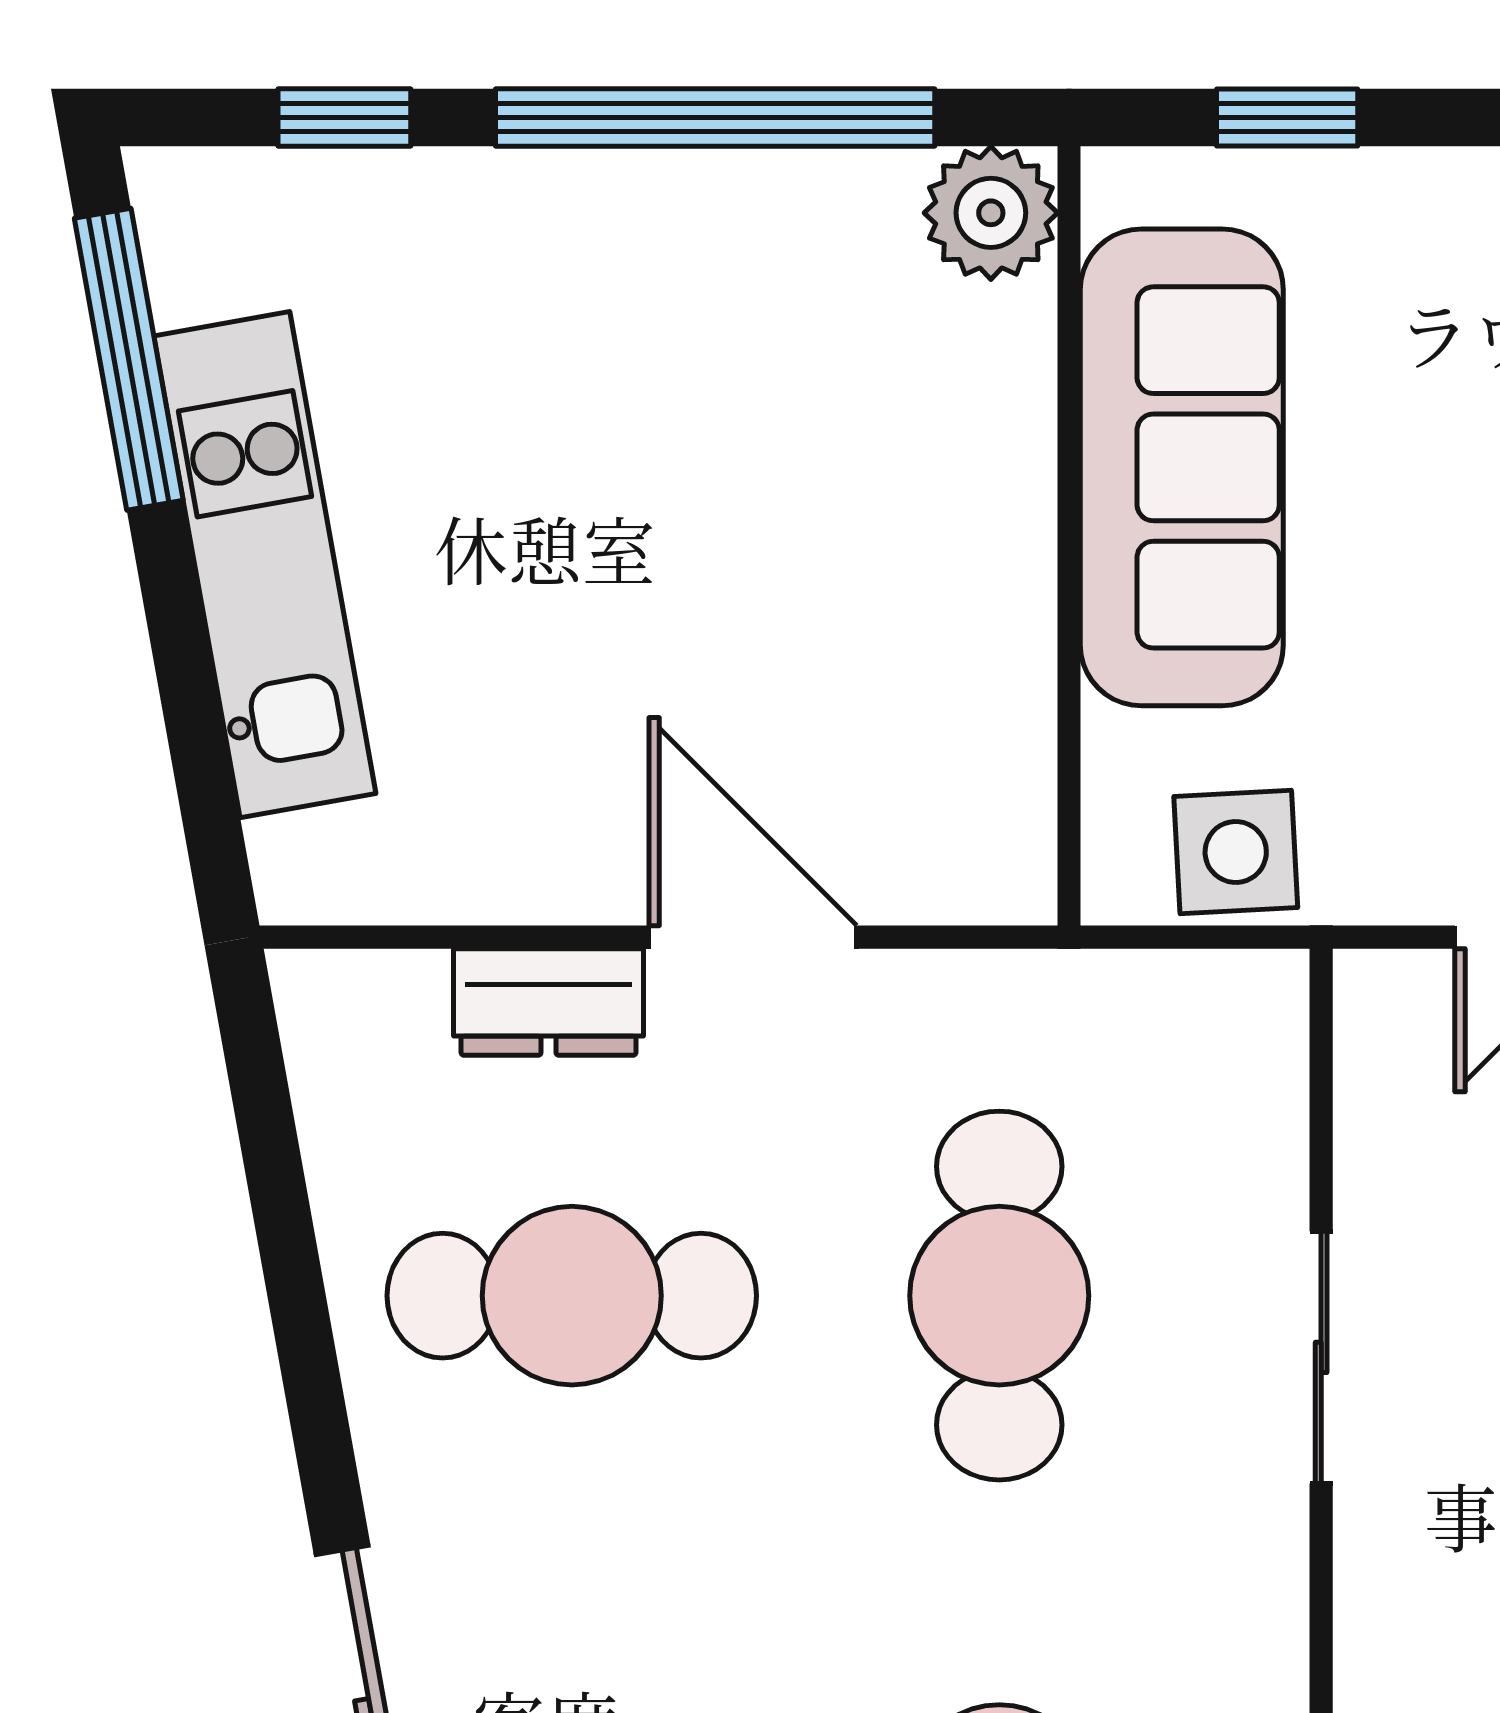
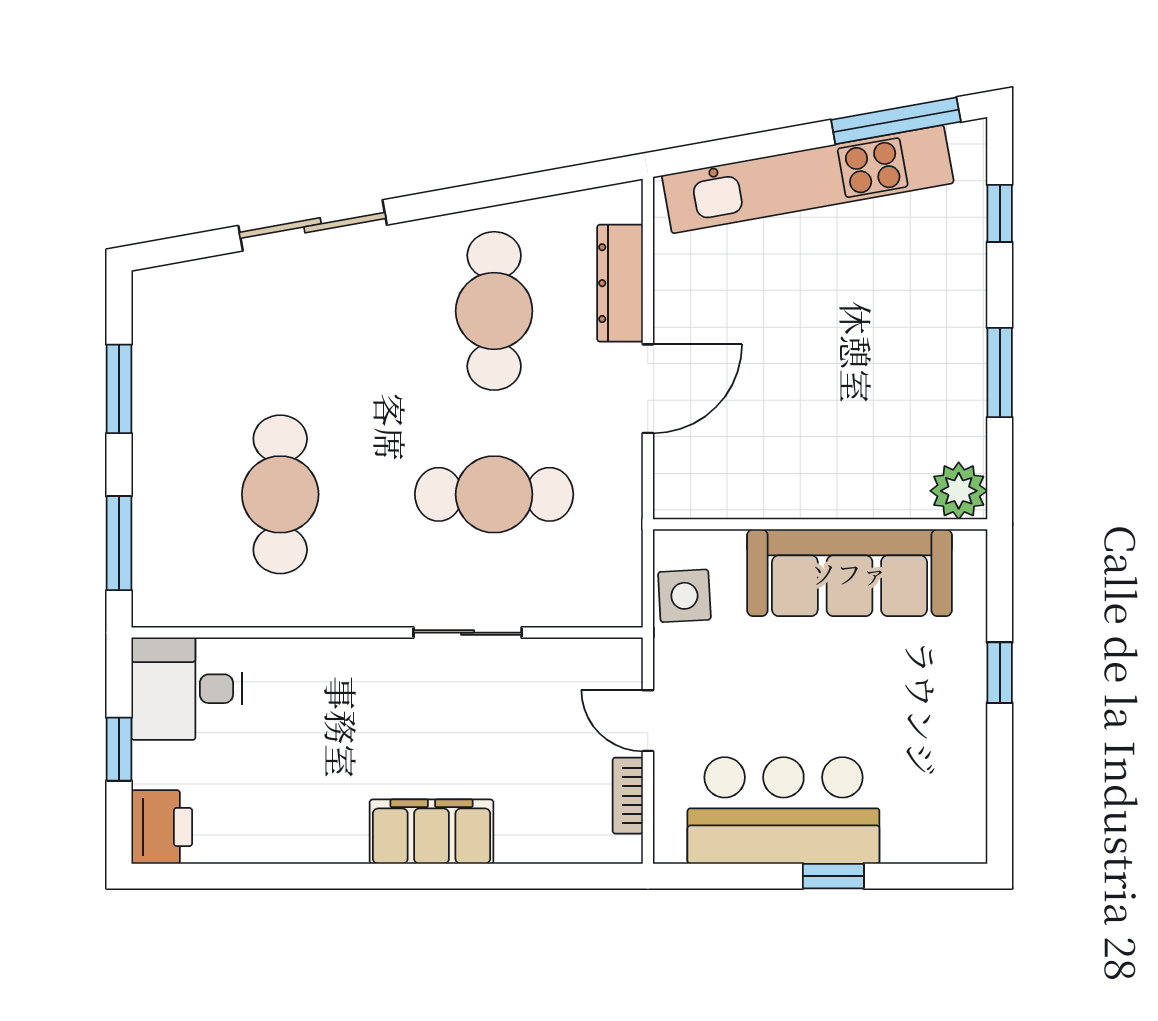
window: (715, 118) -> (1000, 372), width x0.47
window: (1287, 118) -> (1000, 673), moved
kitchen unit: (265, 565) -> (808, 179), width x1.36
dresser: (548, 1002) -> (620, 283), width x1.44

